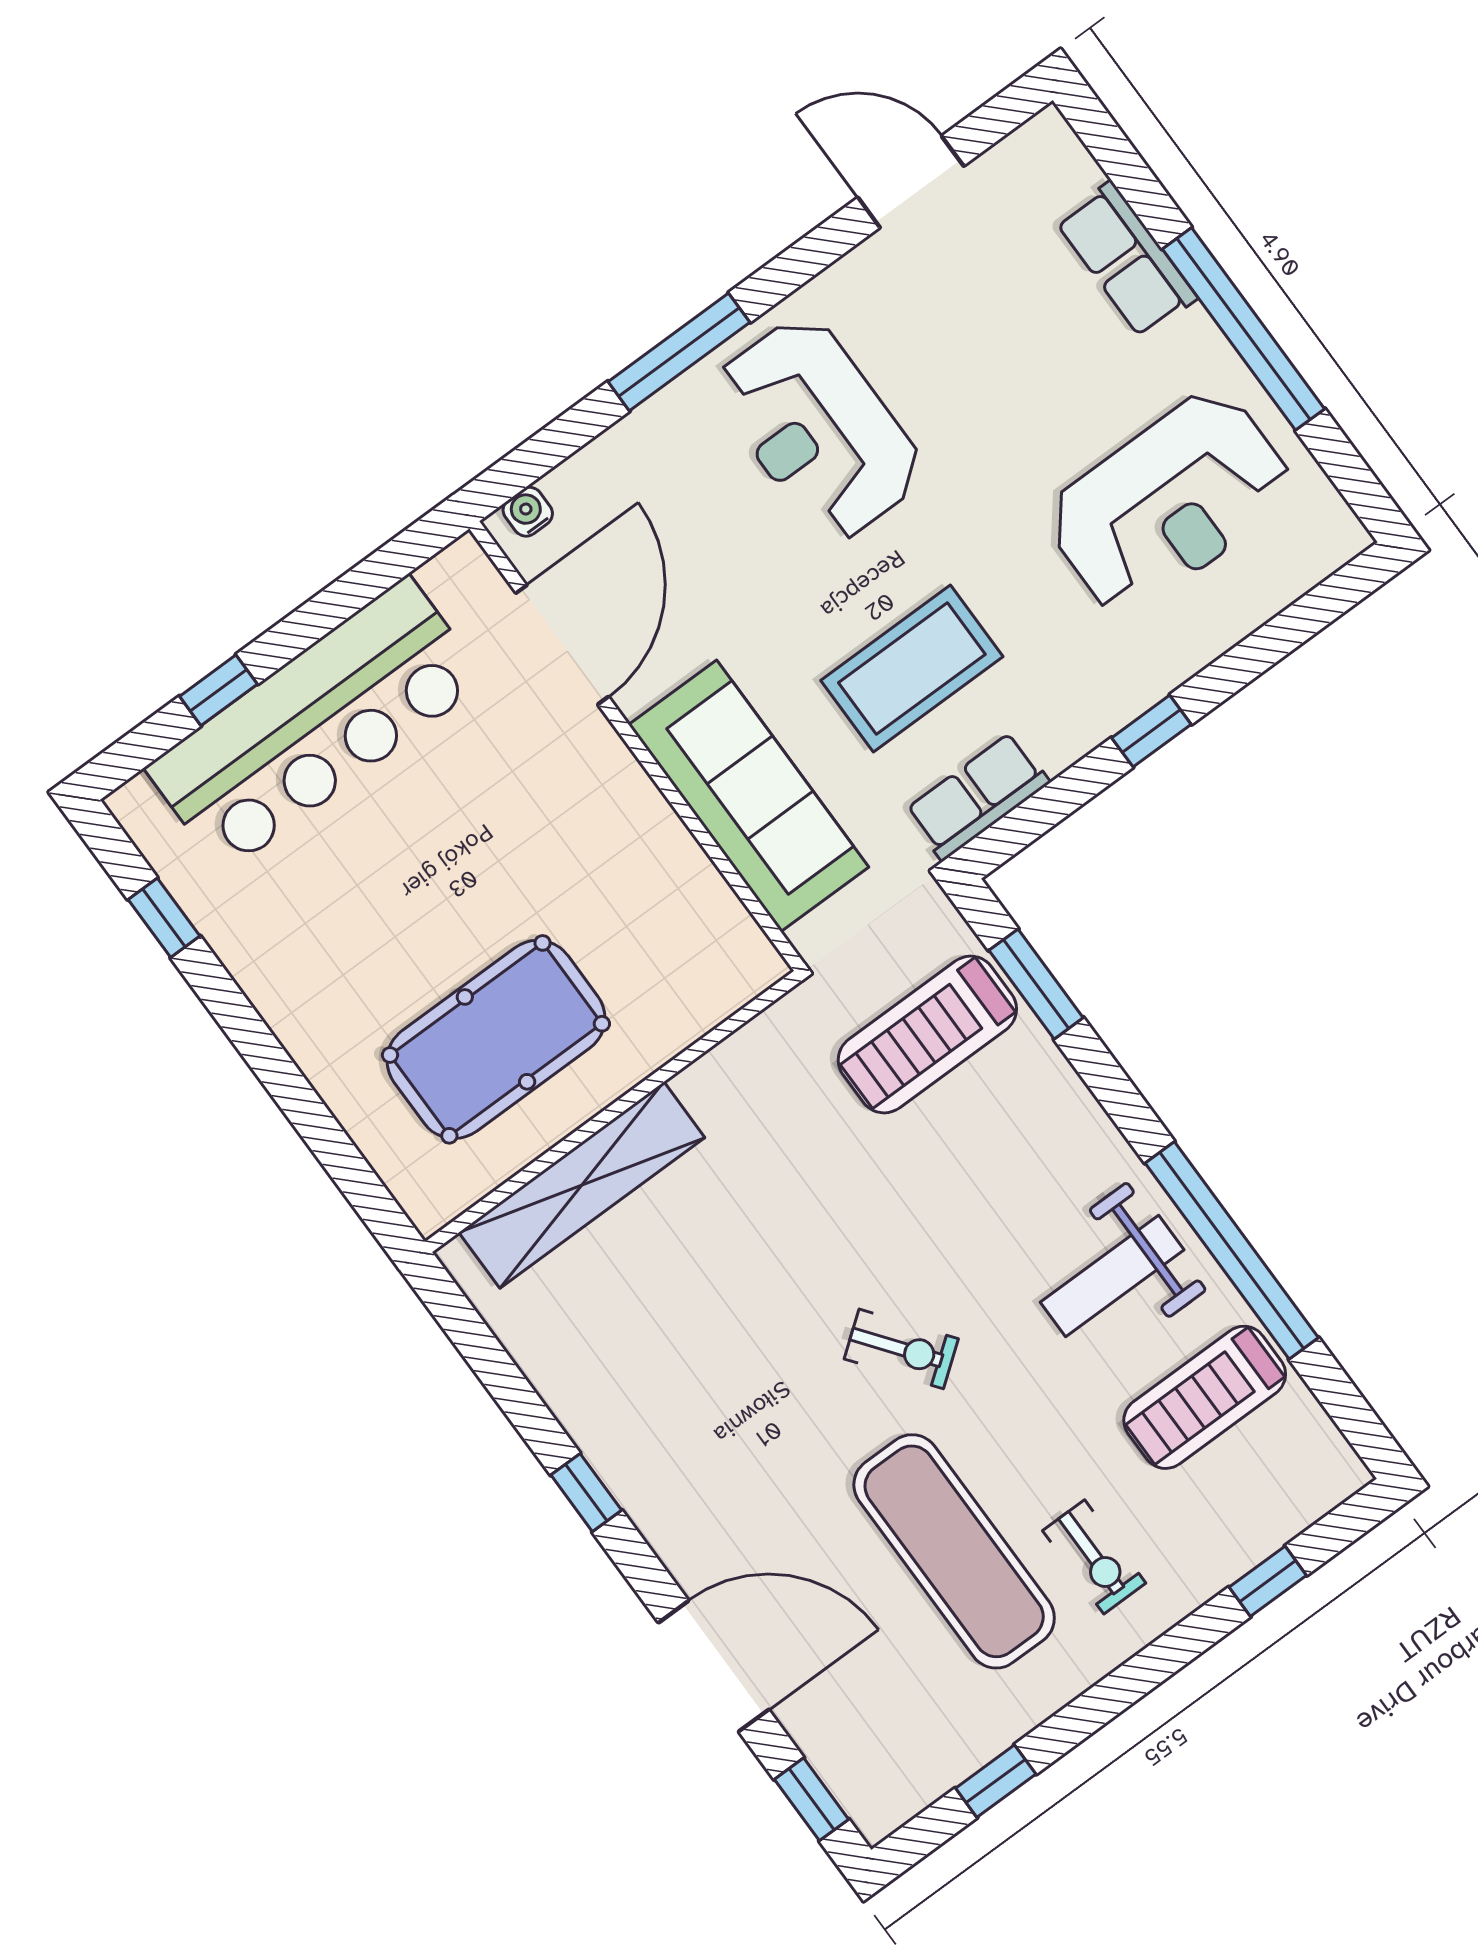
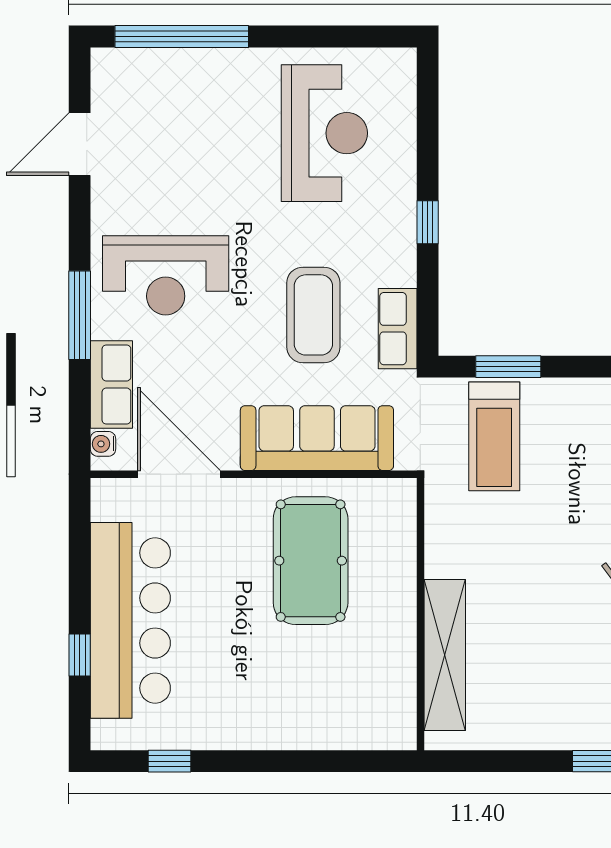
row of seats: (1126, 260) -> (111, 384), moved, turned -90
window: (1243, 329) -> (182, 37), moved
pool table: (496, 1039) -> (311, 561), moved

